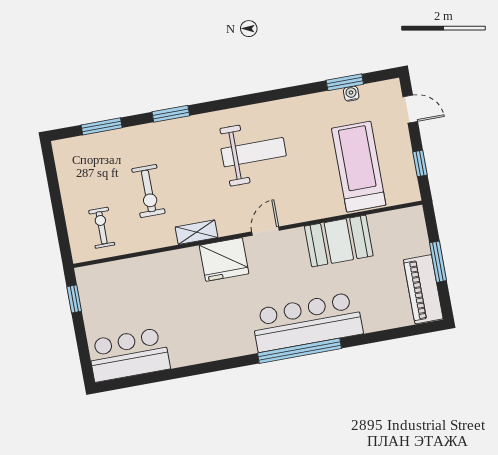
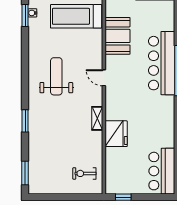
window: (102, 126) -> (25, 173), moved
exercise bike: (148, 191) -> (68, 142), removed
fridge: (224, 259) -> (116, 134), moved

